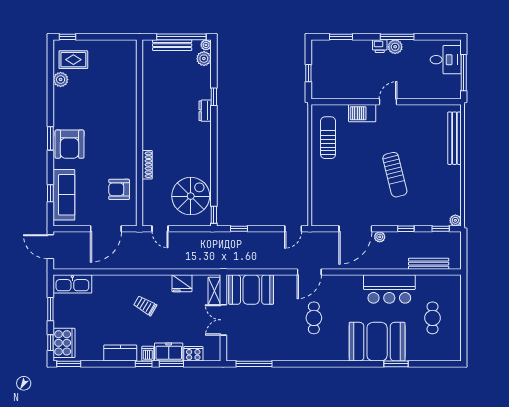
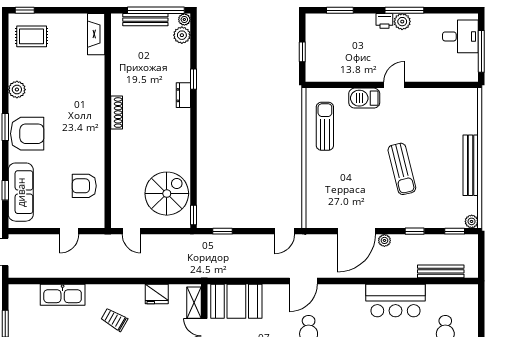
fireplace: (129, 58) -> (96, 34), added
plant: (61, 80) -> (17, 90), moved
bench: (455, 138) -> (471, 165), moved
armchair: (70, 144) -> (27, 134), turned -90
shoe rack: (147, 165) -> (117, 113), moved
door: (106, 229) -> (69, 231), width x0.53
kitchen sink: (72, 284) -> (63, 295), moved

